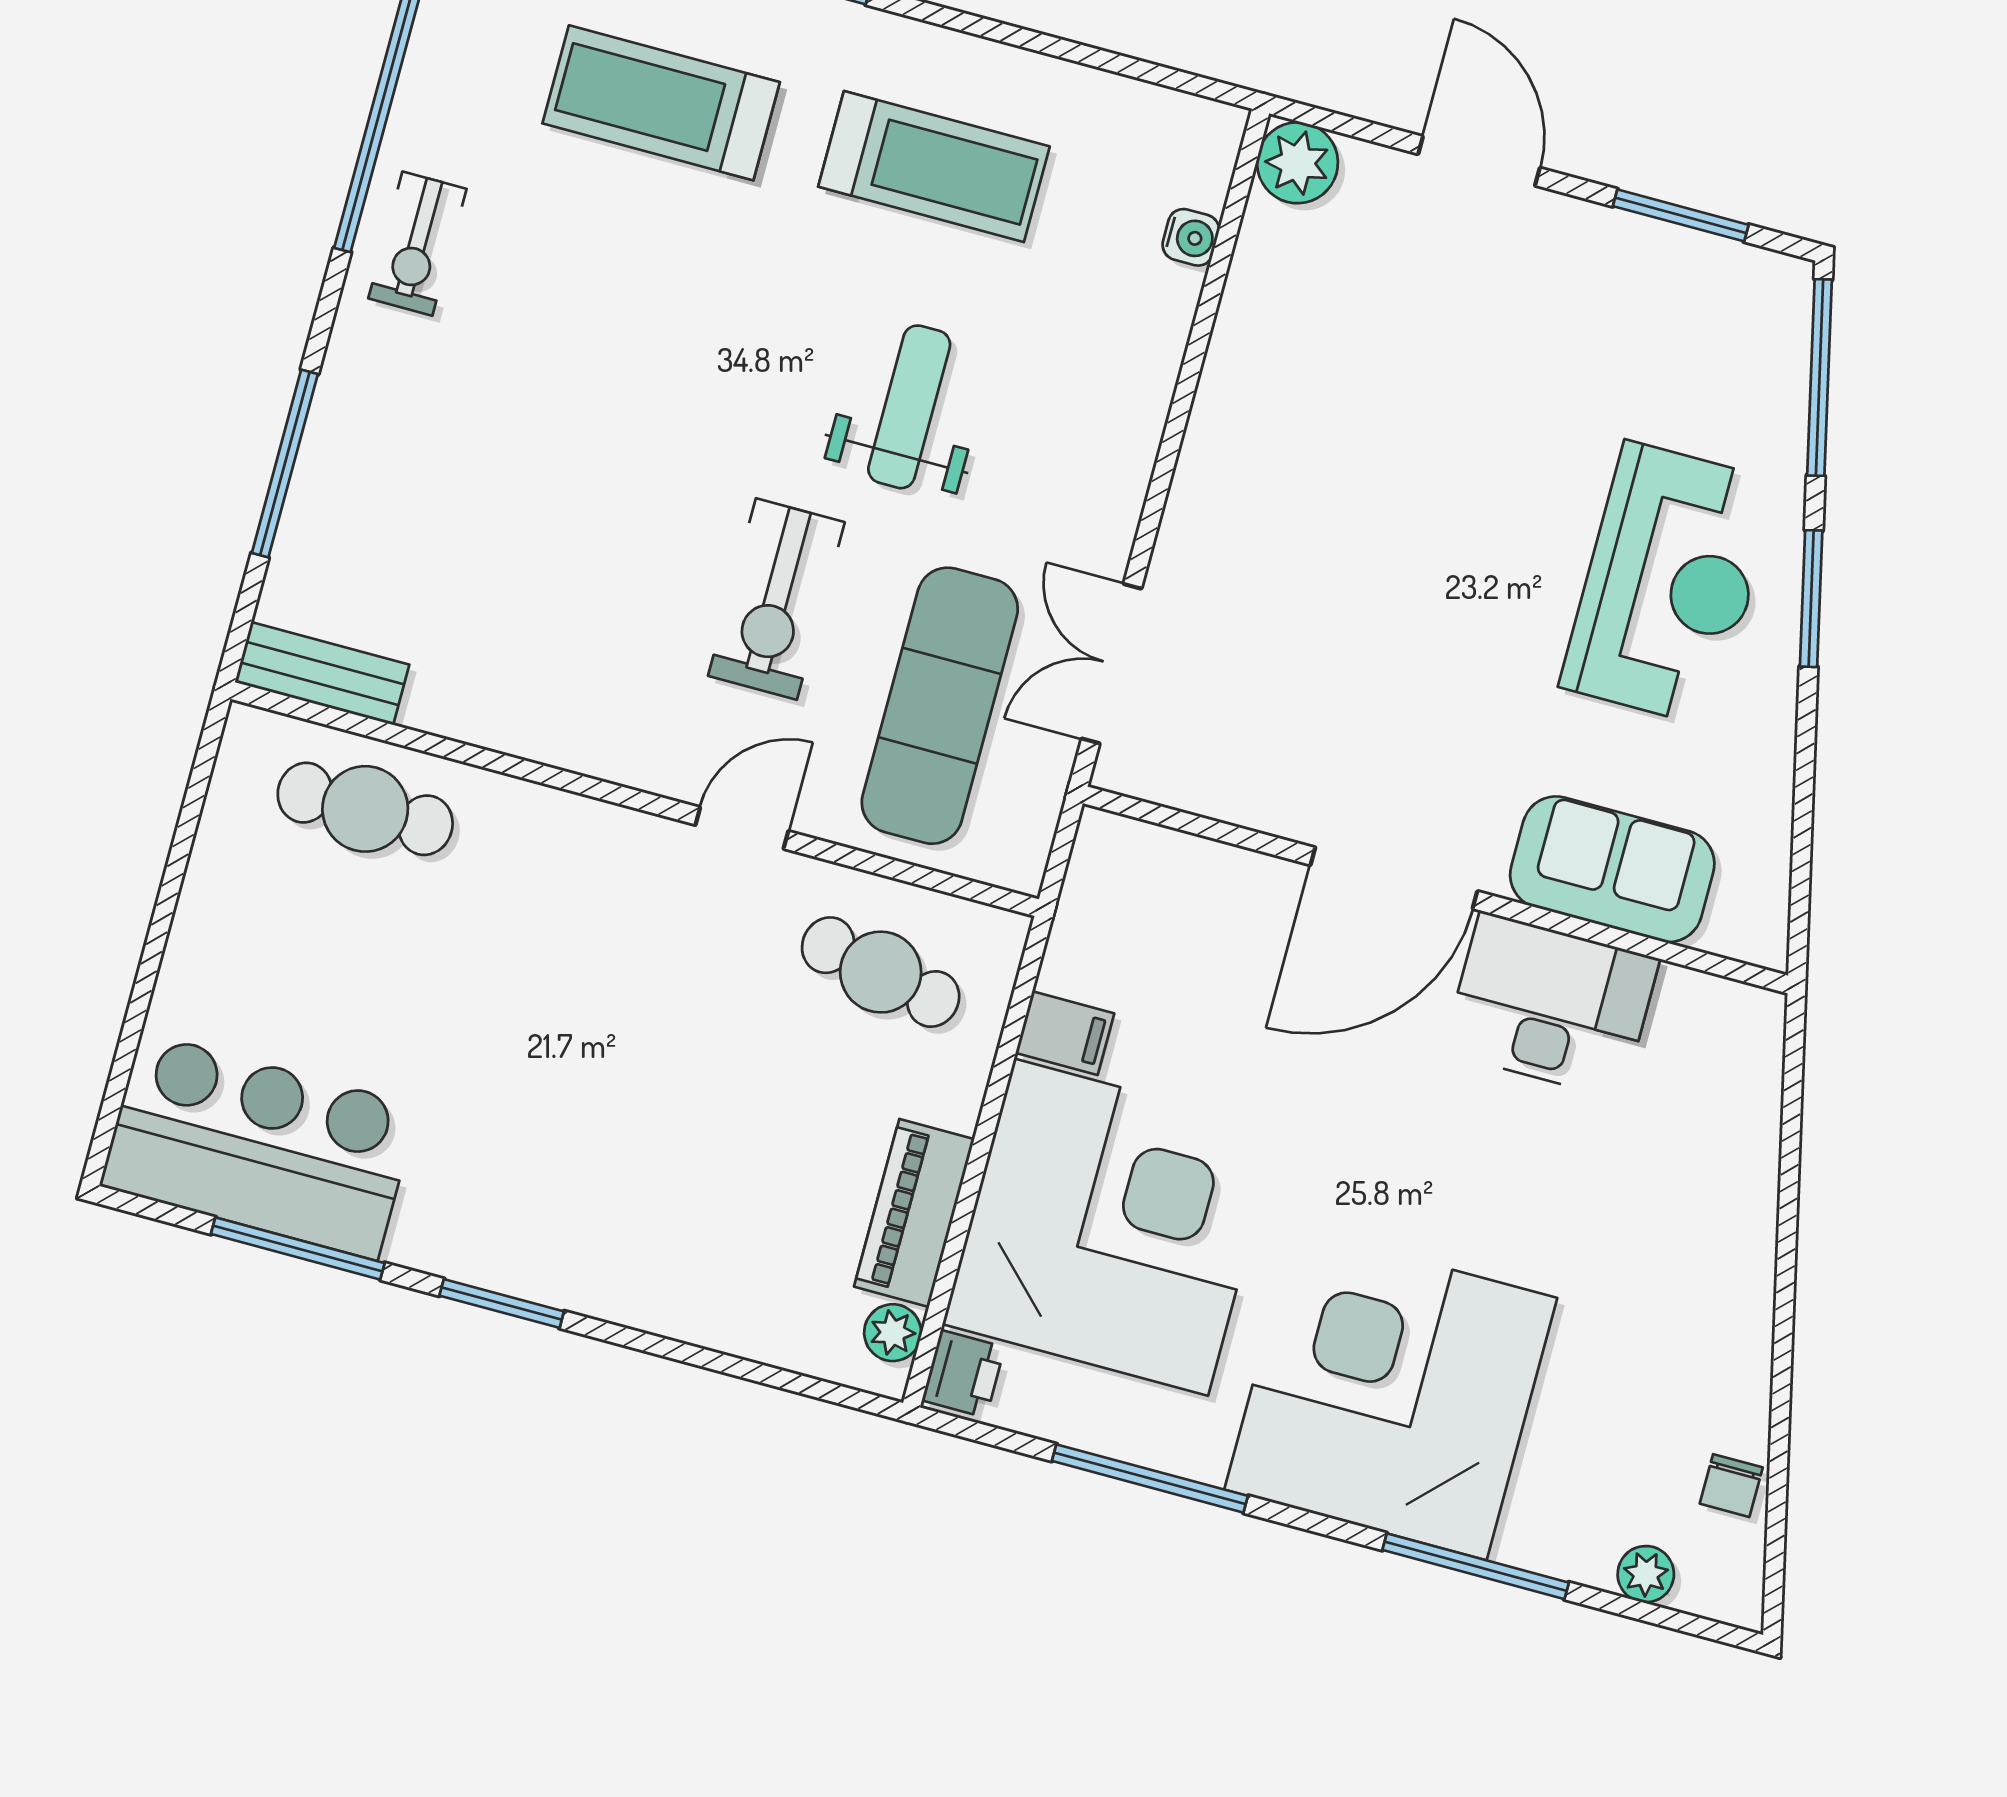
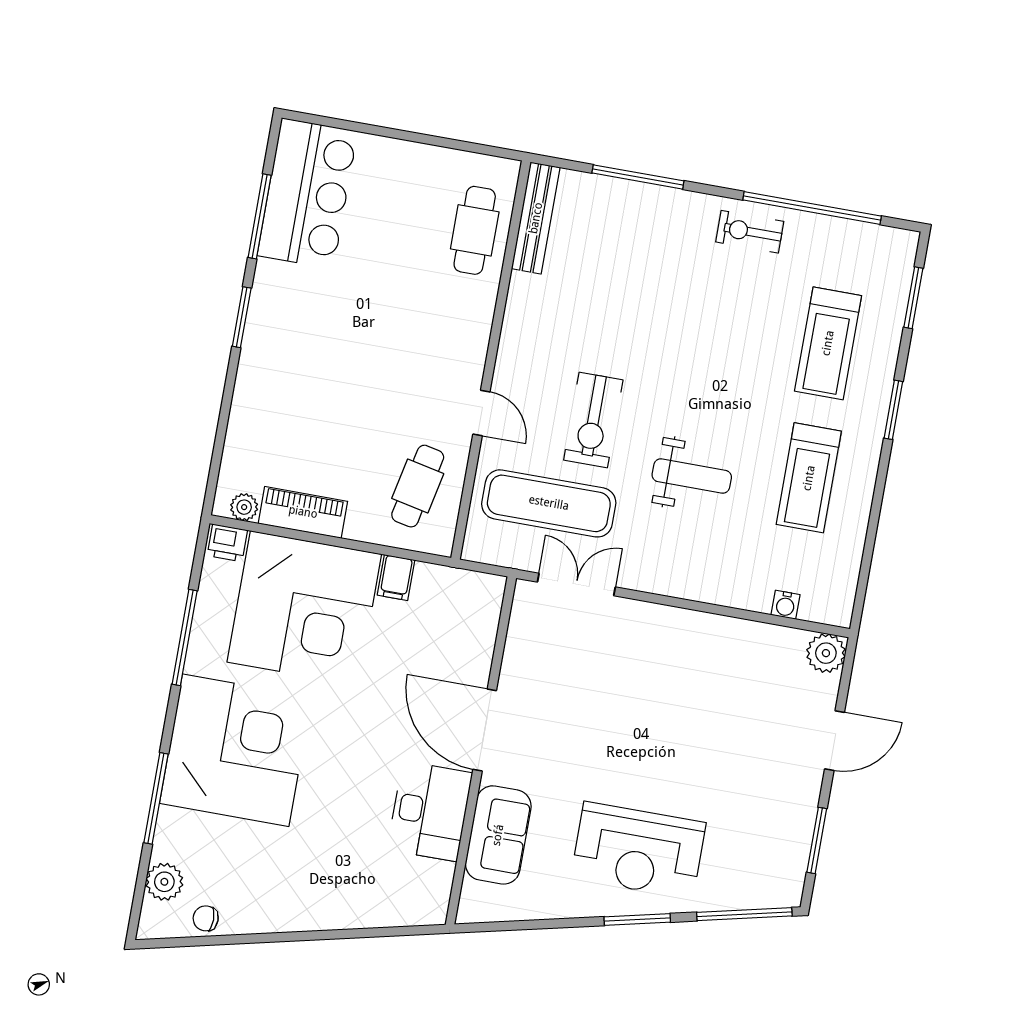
treadmill: (661, 103) -> (828, 343), turned 180
exercise bike: (776, 599) -> (593, 420), turned -90
bench: (322, 673) -> (536, 218), width x1.36
plant: (1646, 1574) -> (164, 882), width x1.38, depth x1.38

